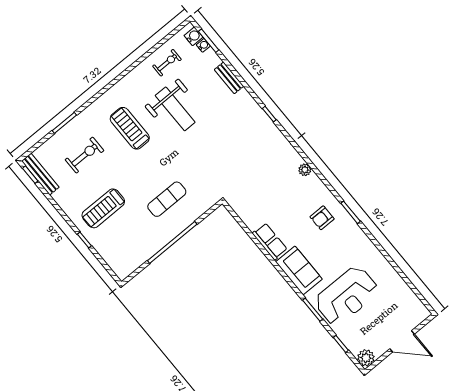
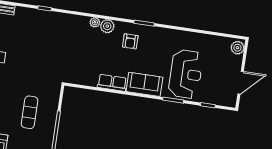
plant: (313, 184) -> (107, 26), added
door: (402, 341) -> (241, 83), moved
plant: (366, 358) -> (238, 48), moved

